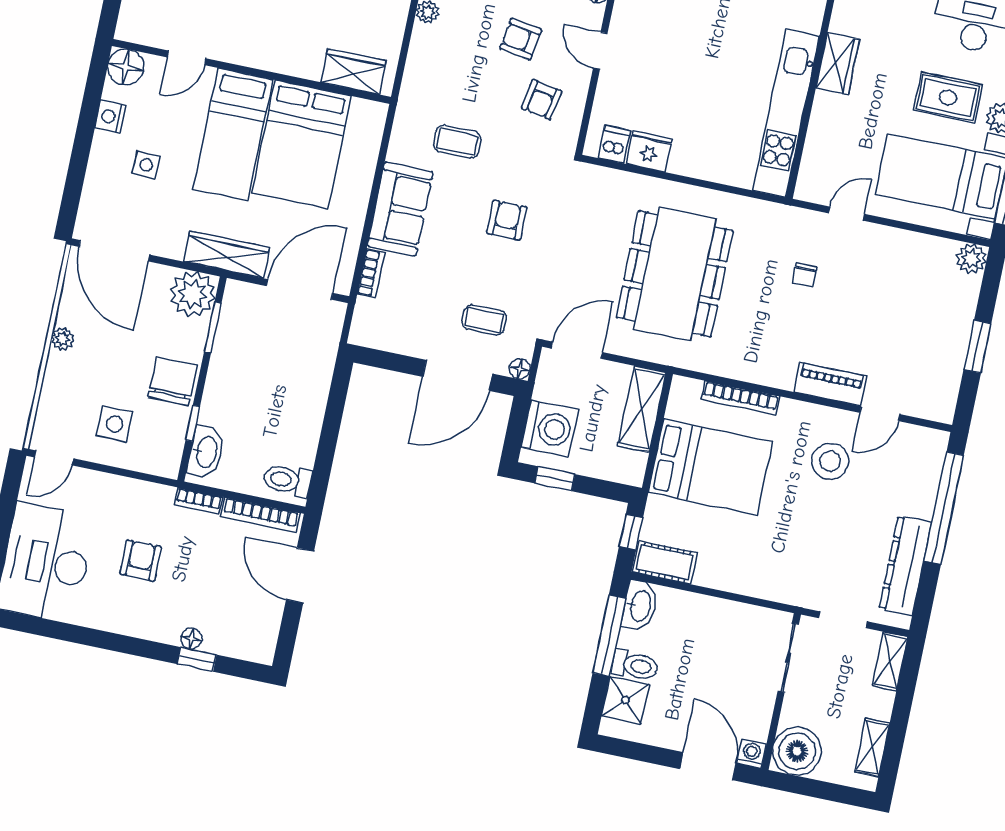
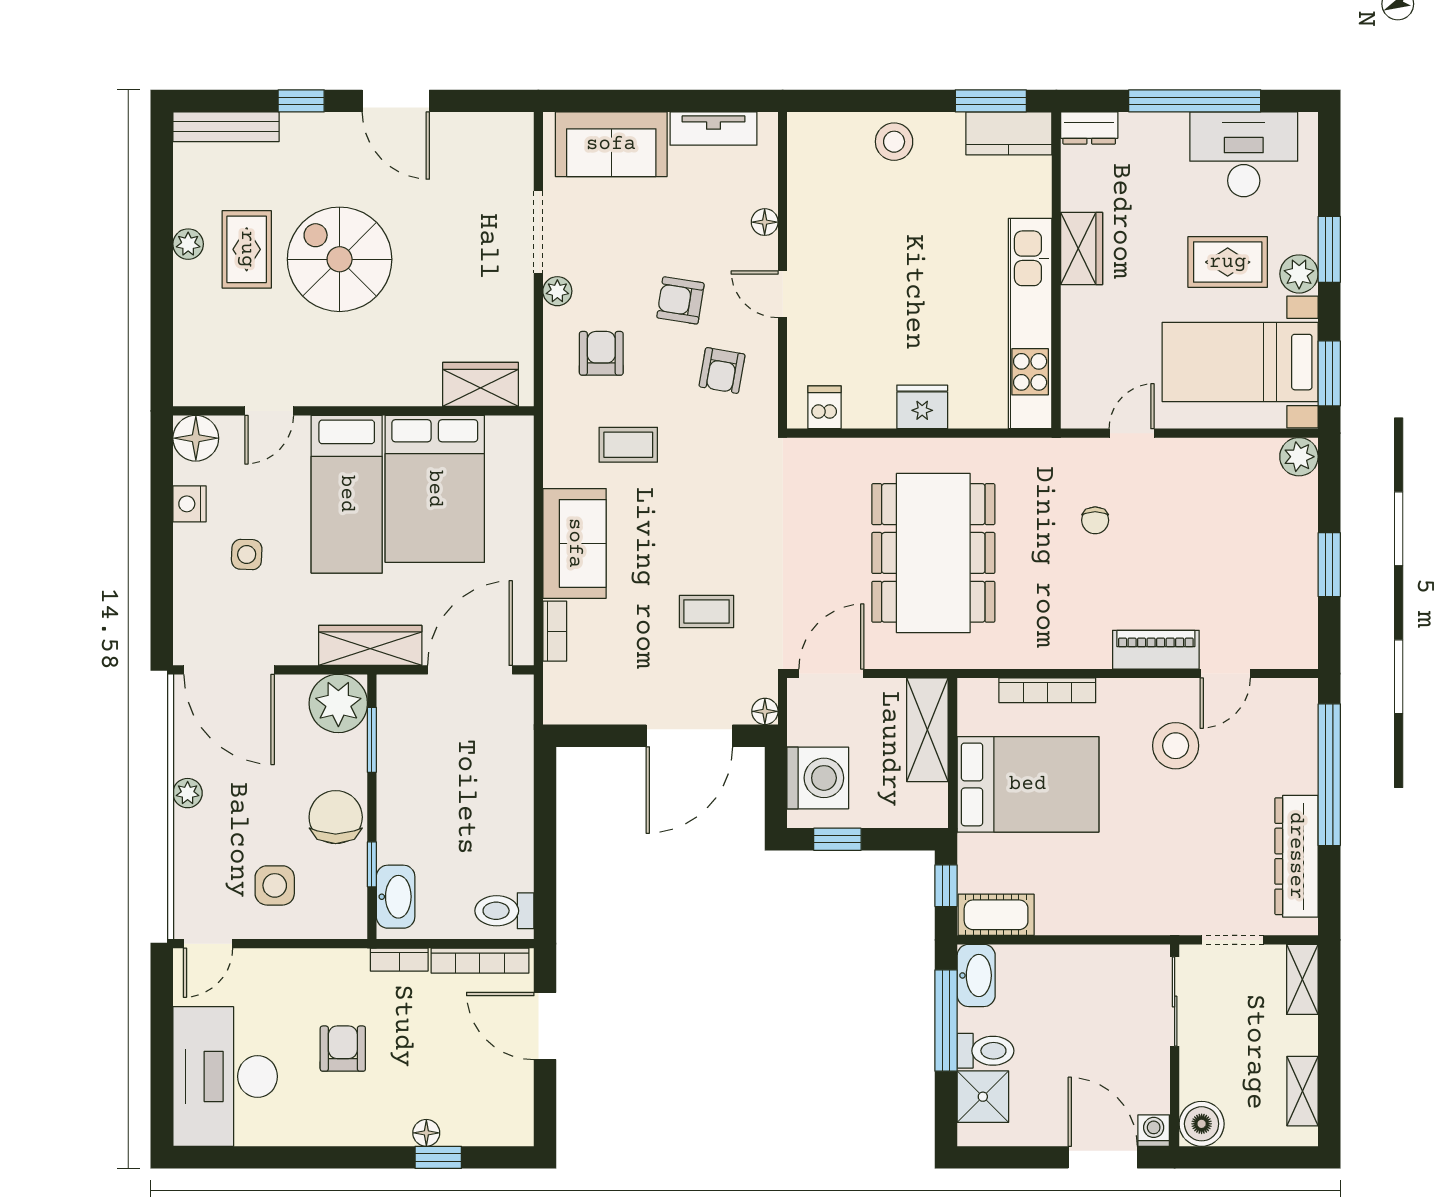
fridge: (649, 151) -> (922, 407), moved
armchair: (507, 220) -> (601, 353), moved
coffee table: (484, 320) -> (706, 611), moved
boiler: (797, 751) -> (1202, 1124), width x0.73, depth x0.73

